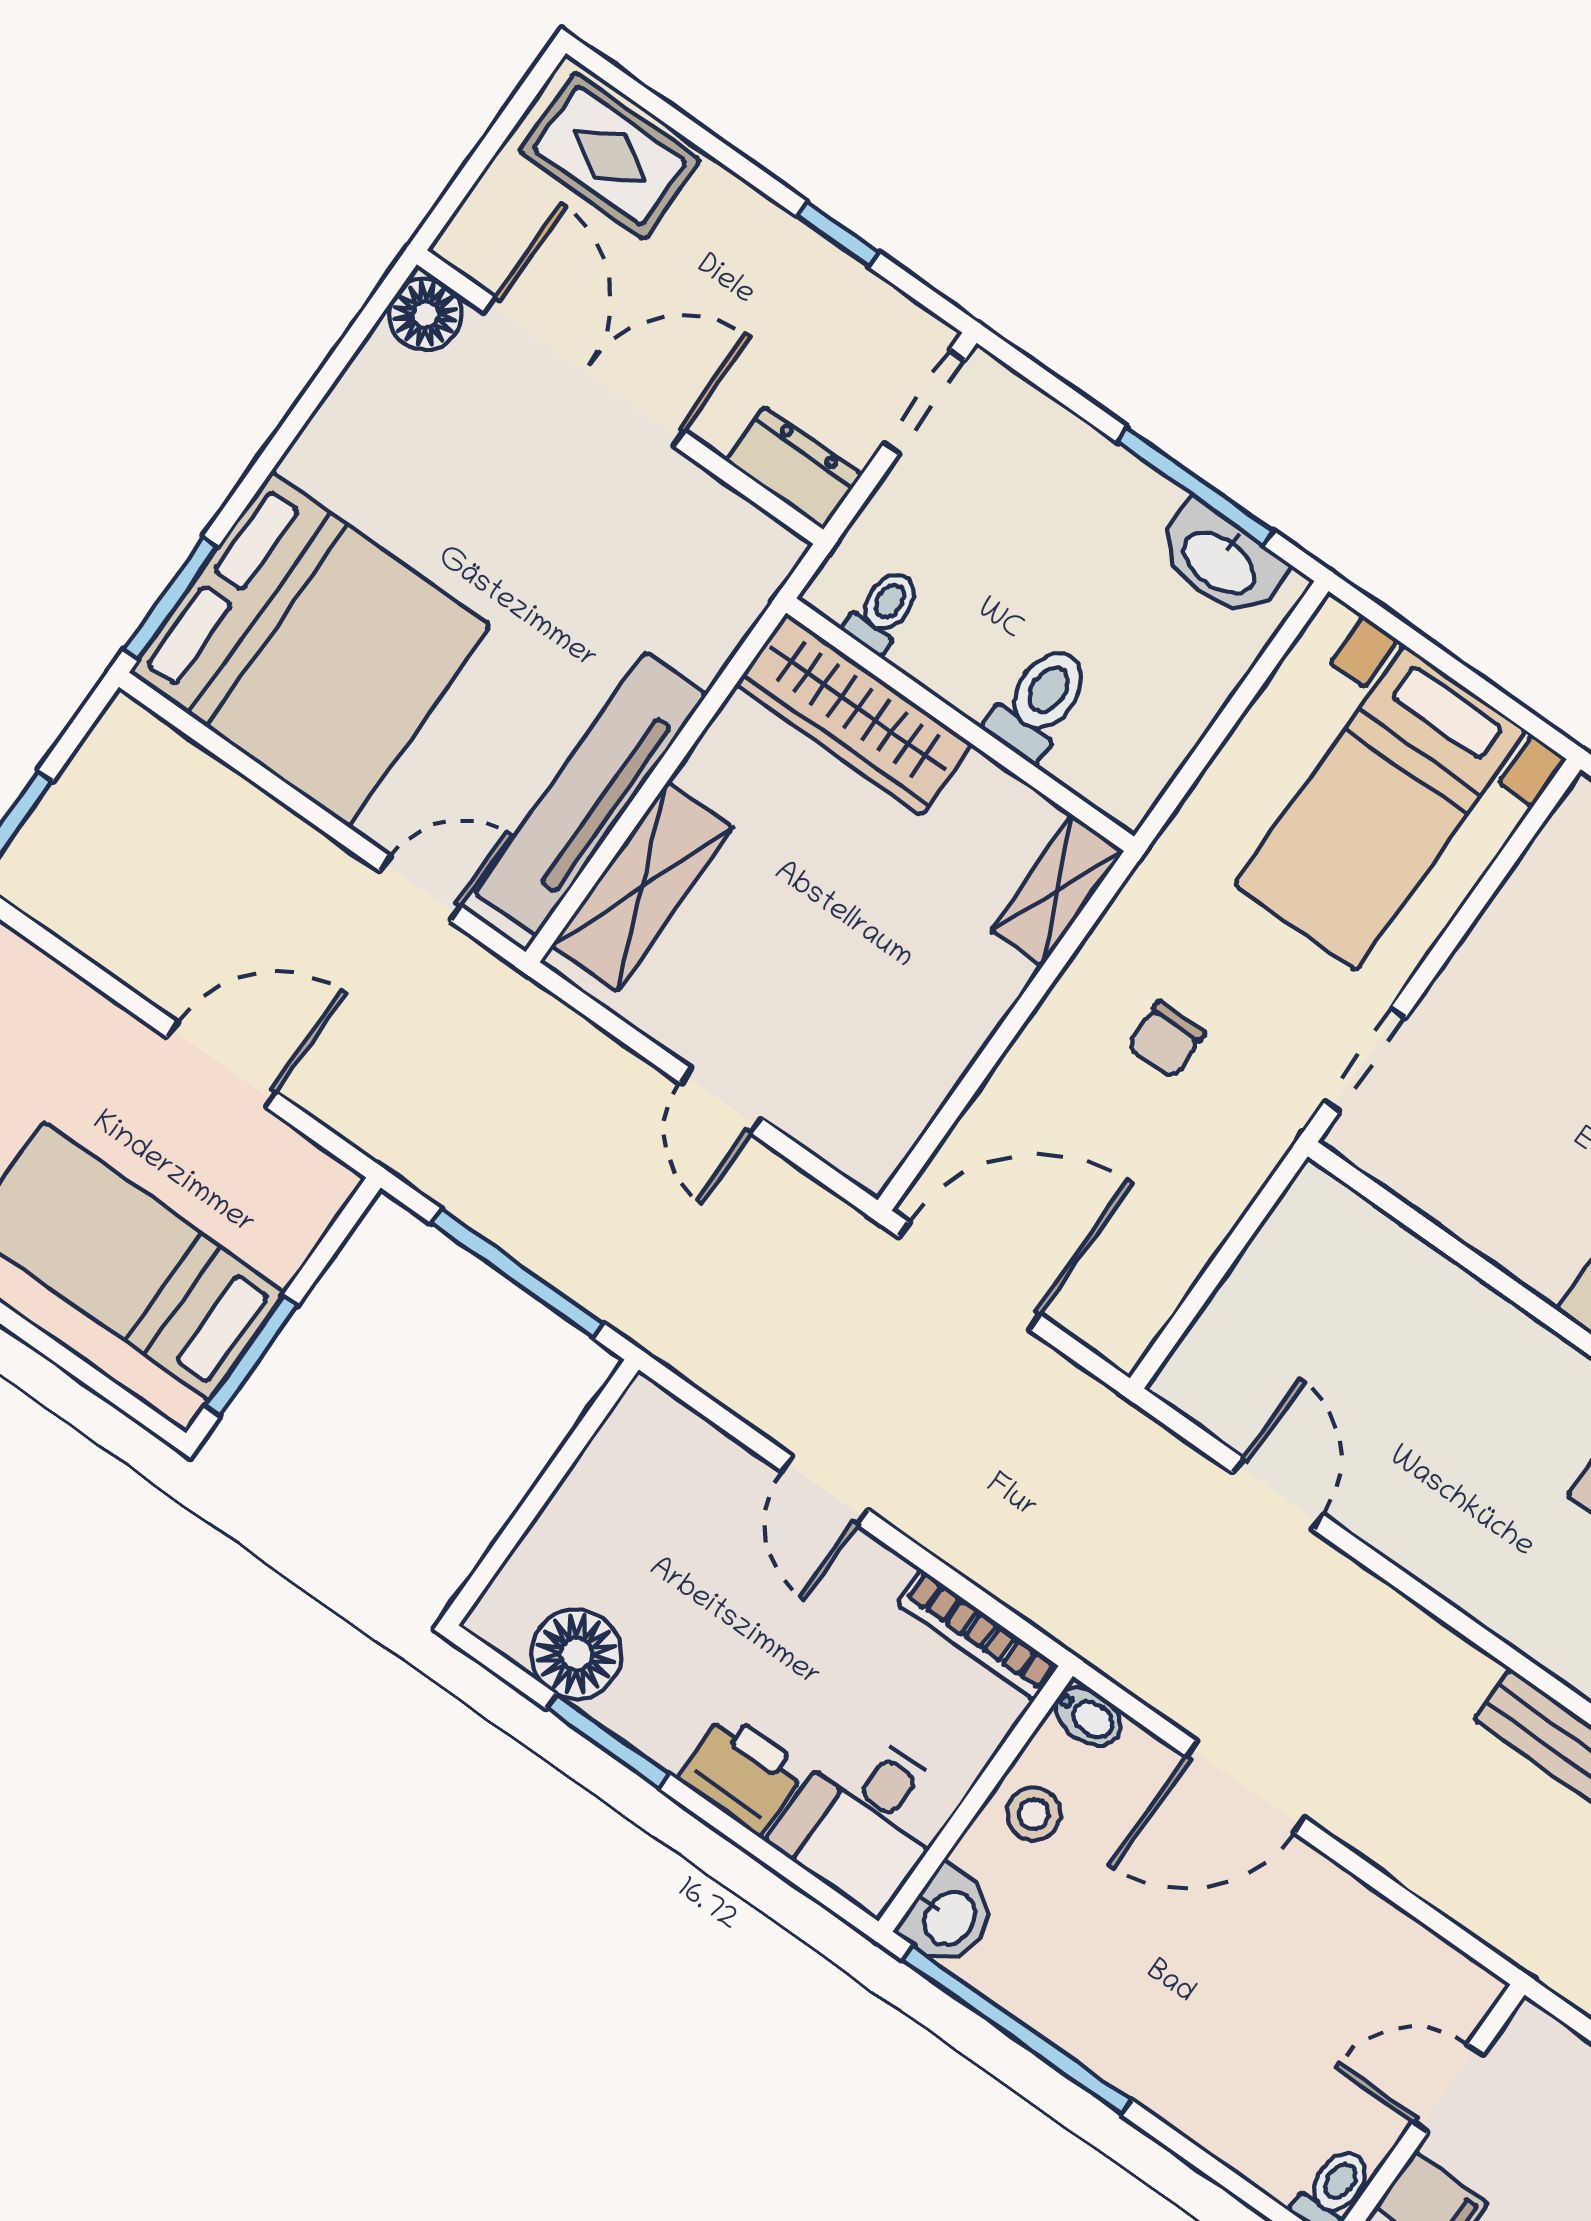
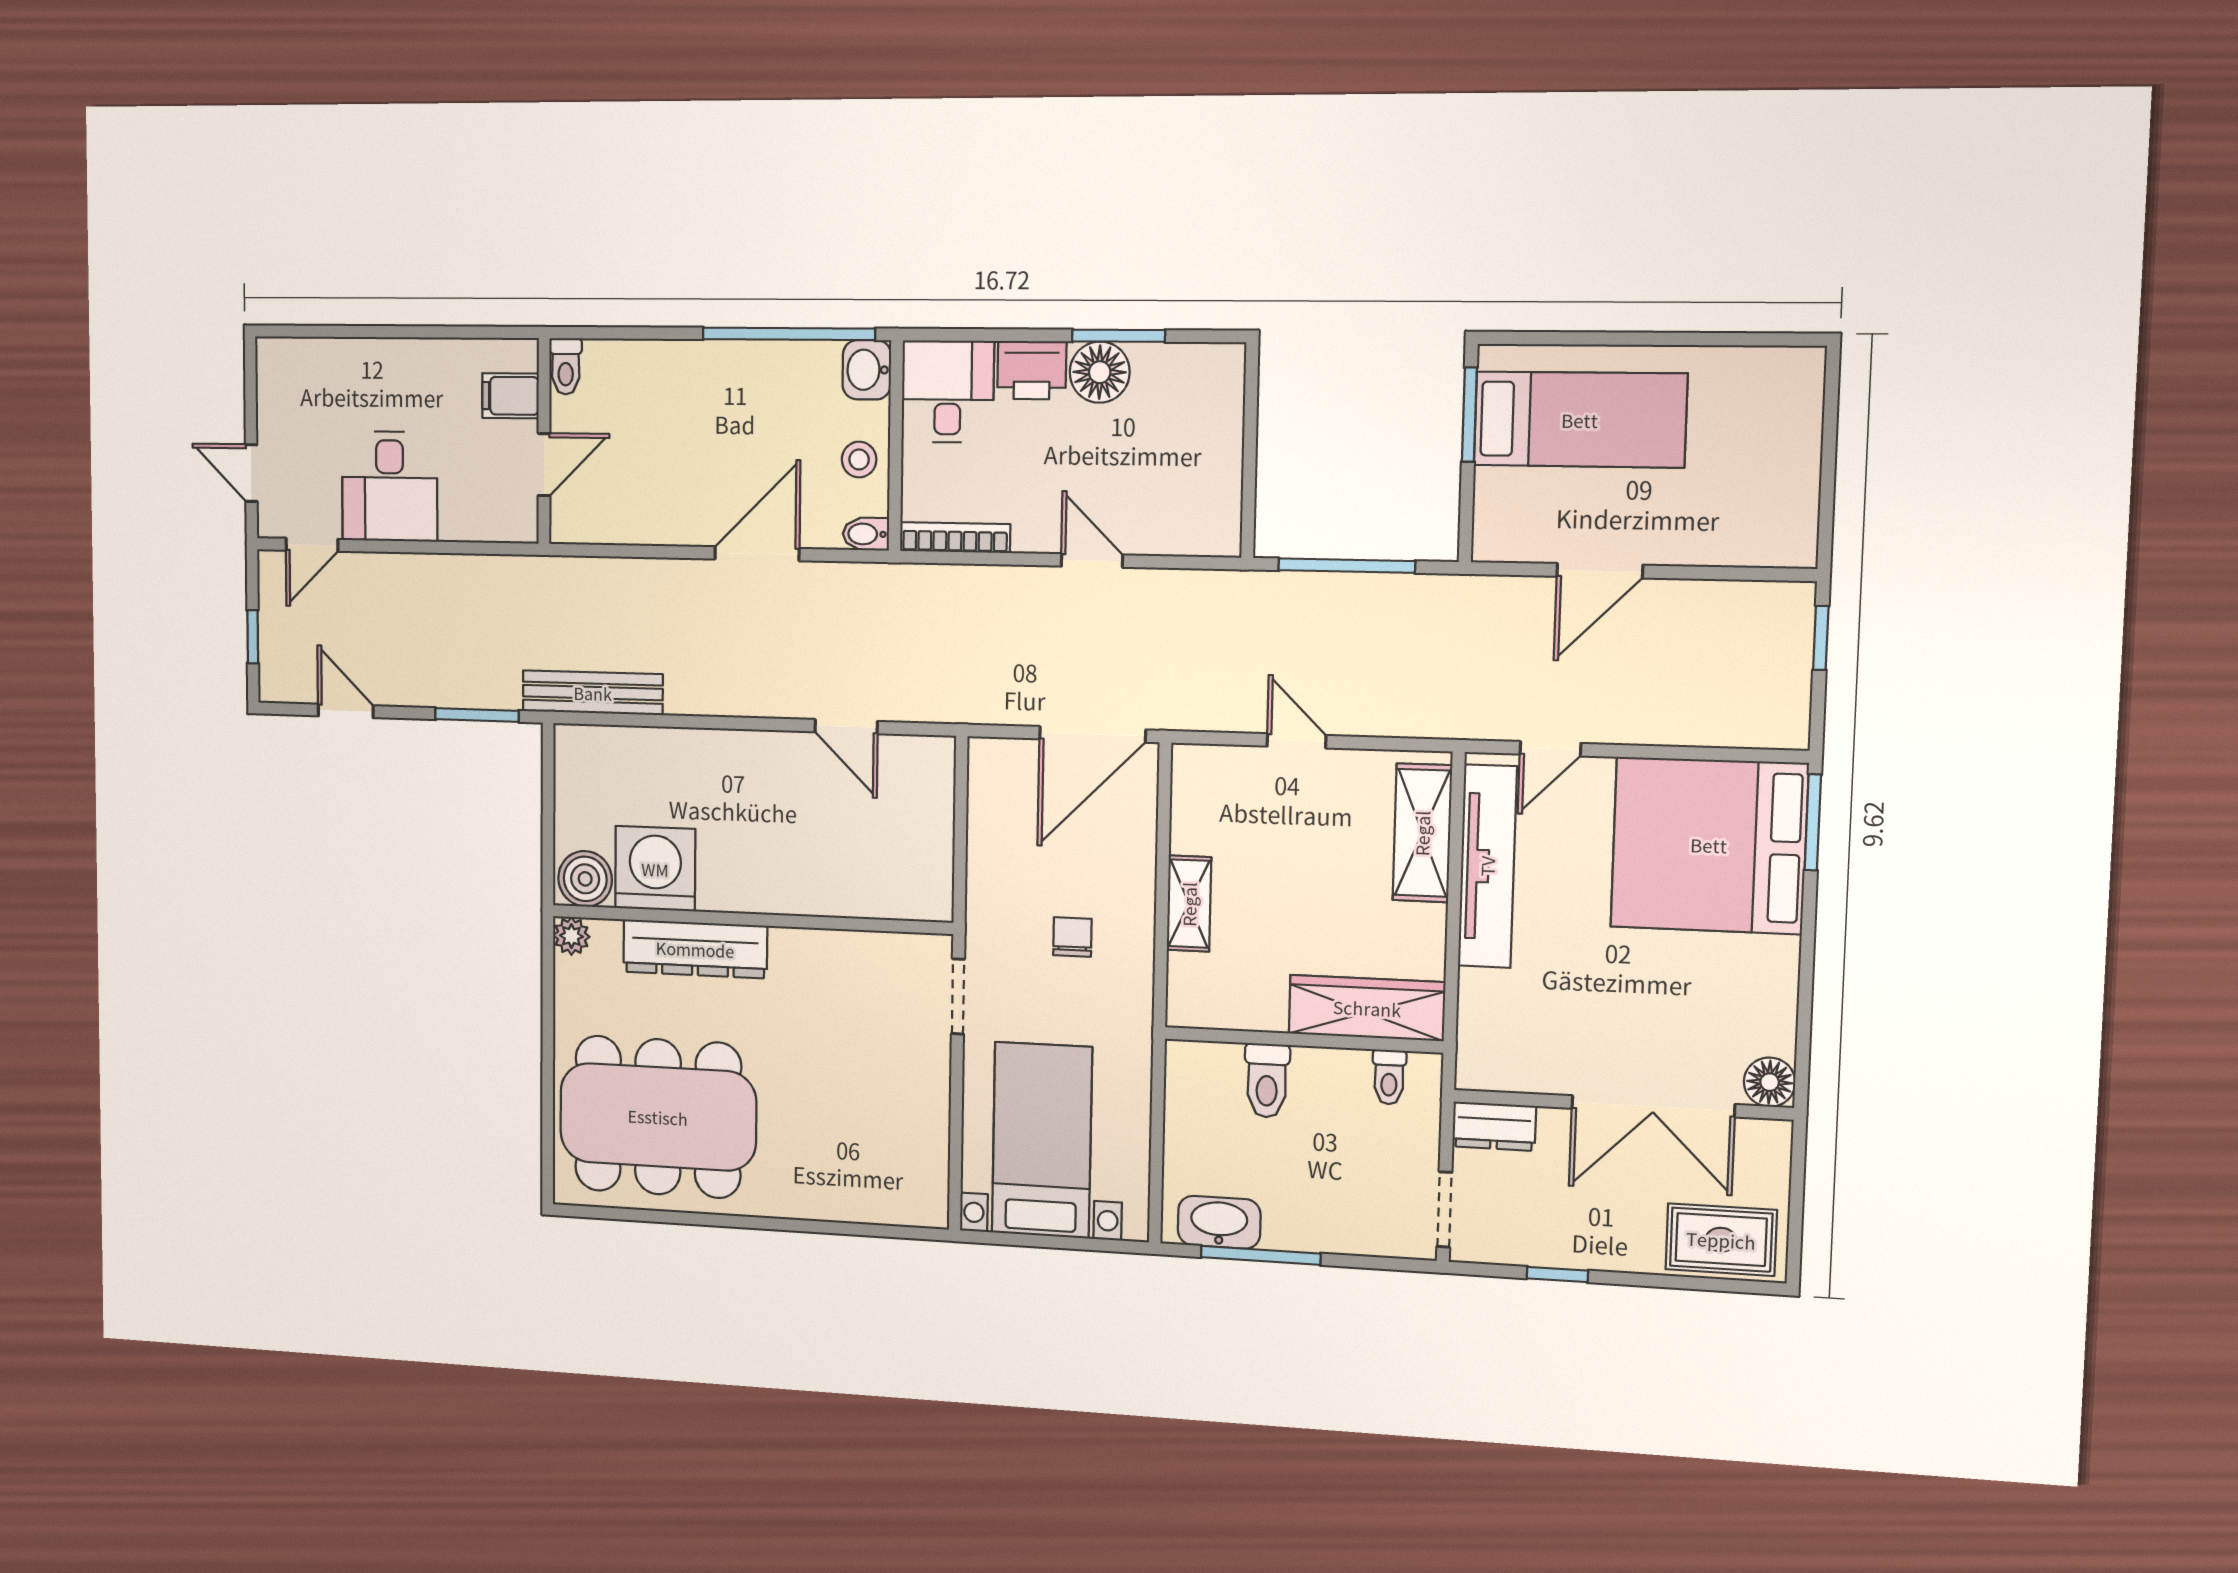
shelving: (1057, 890) -> (1189, 904), moved
floor lamp: (576, 1654) -> (1100, 372), moved

